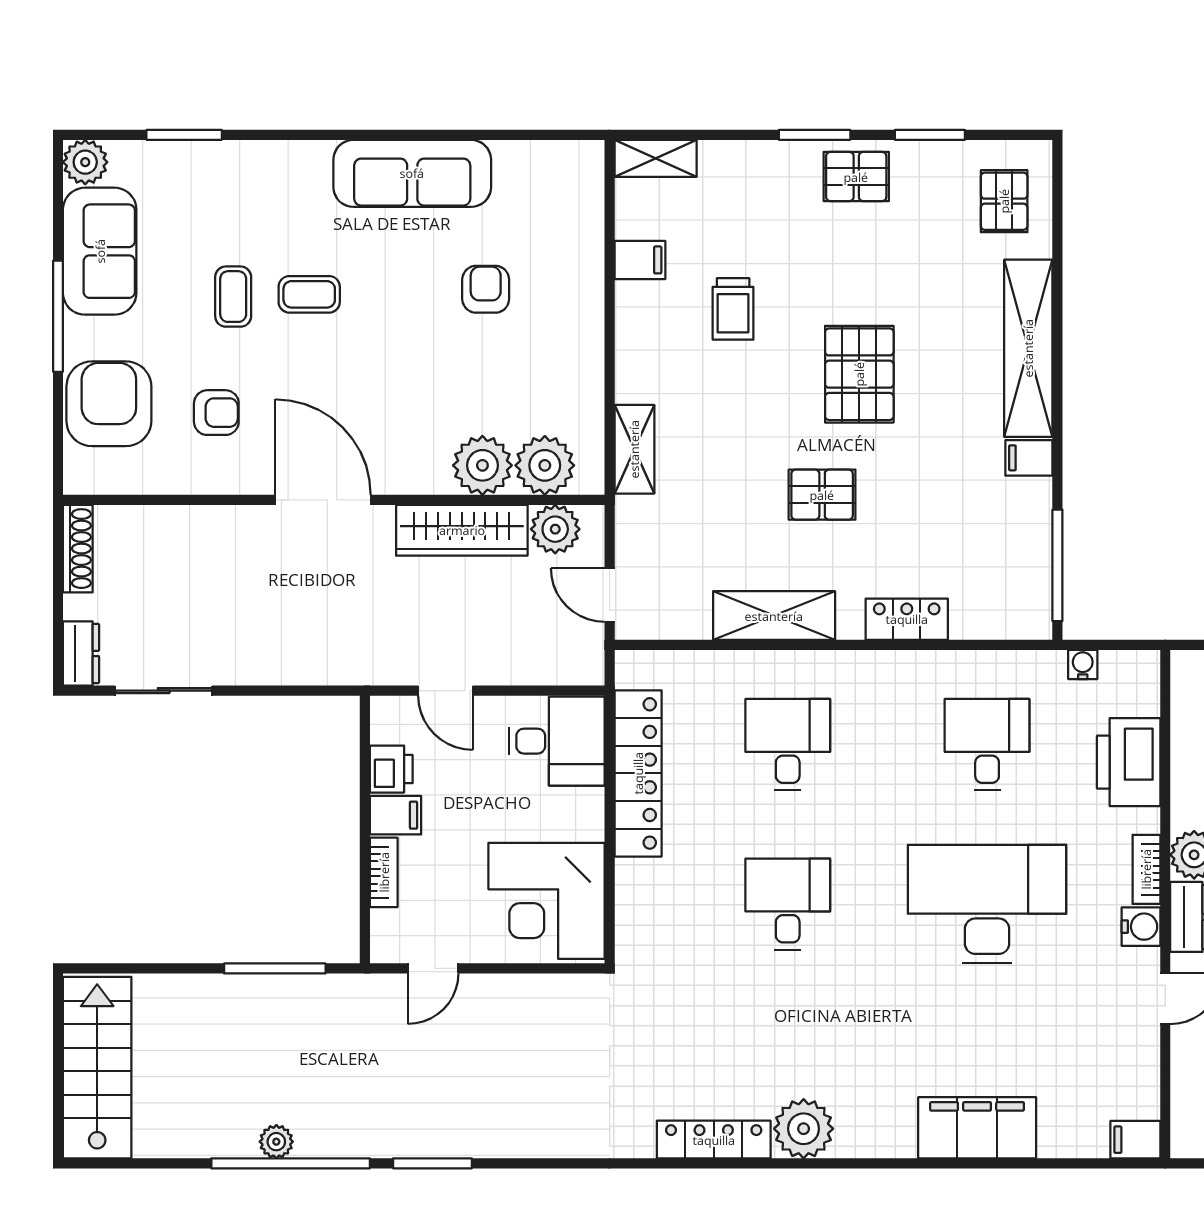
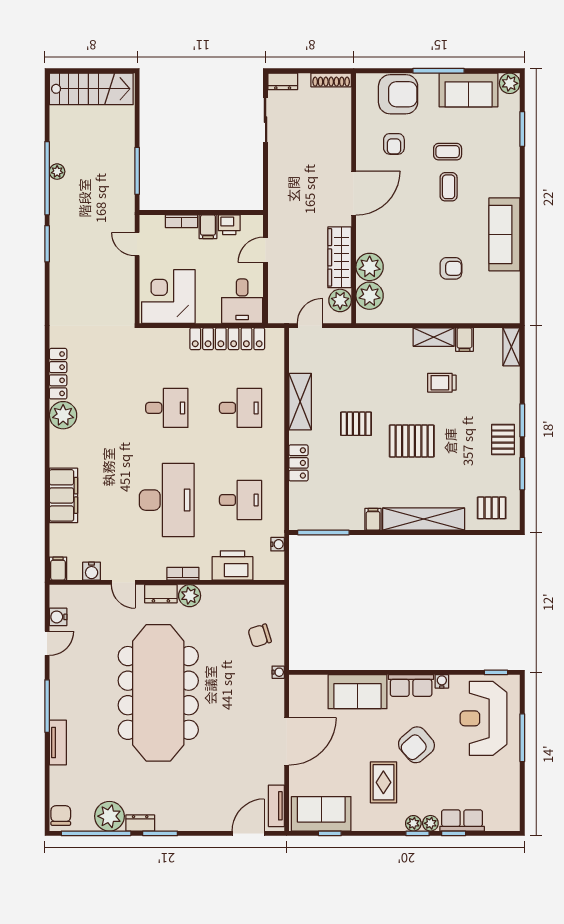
shelving: (634, 449) -> (434, 337), moved
pallet: (822, 495) -> (356, 424), turned 90
water cooler: (1141, 927) -> (92, 571), moved

